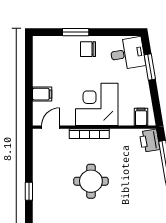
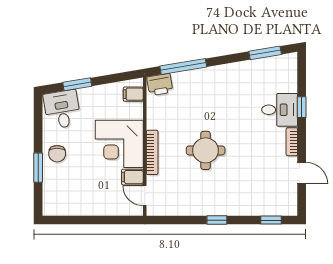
filing cabinet: (42, 94) -> (132, 177), moved, turned -90

